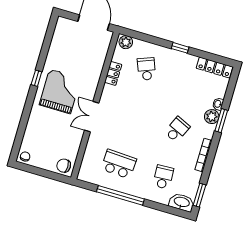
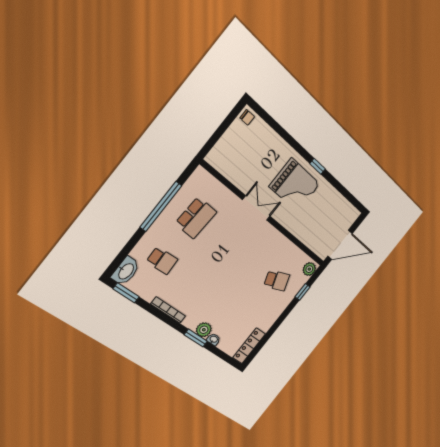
window: (180, 48) -> (303, 292), moved
locker: (113, 73) -> (287, 246), removed
school desk: (177, 129) -> (206, 291), removed
chair: (64, 166) -> (219, 156), removed

